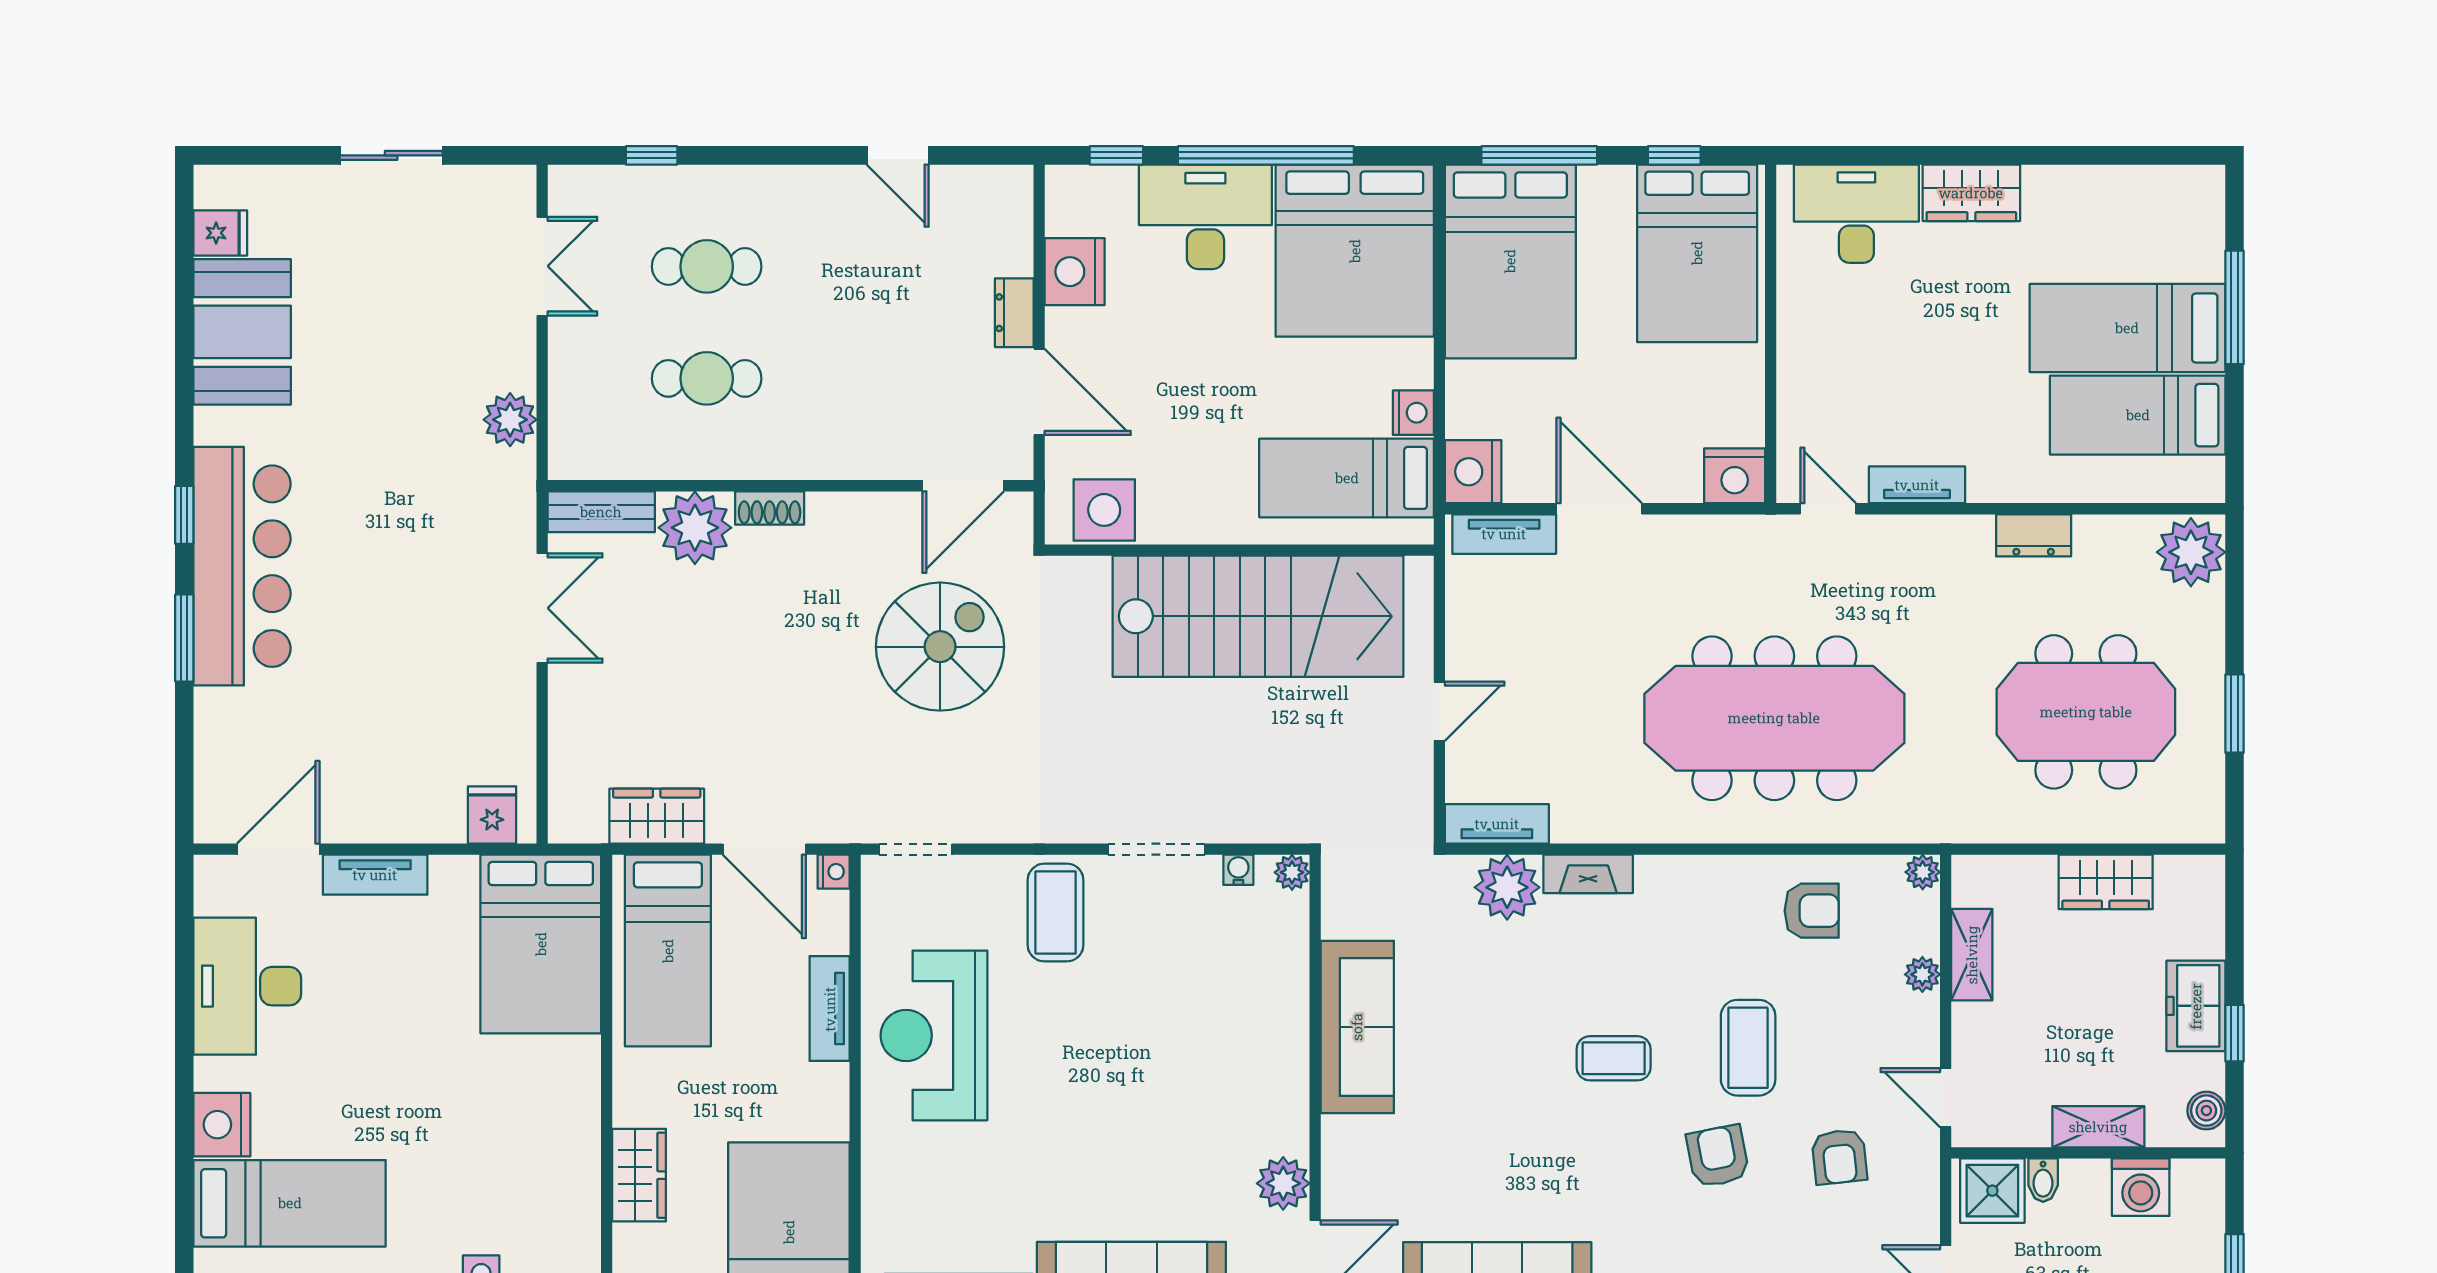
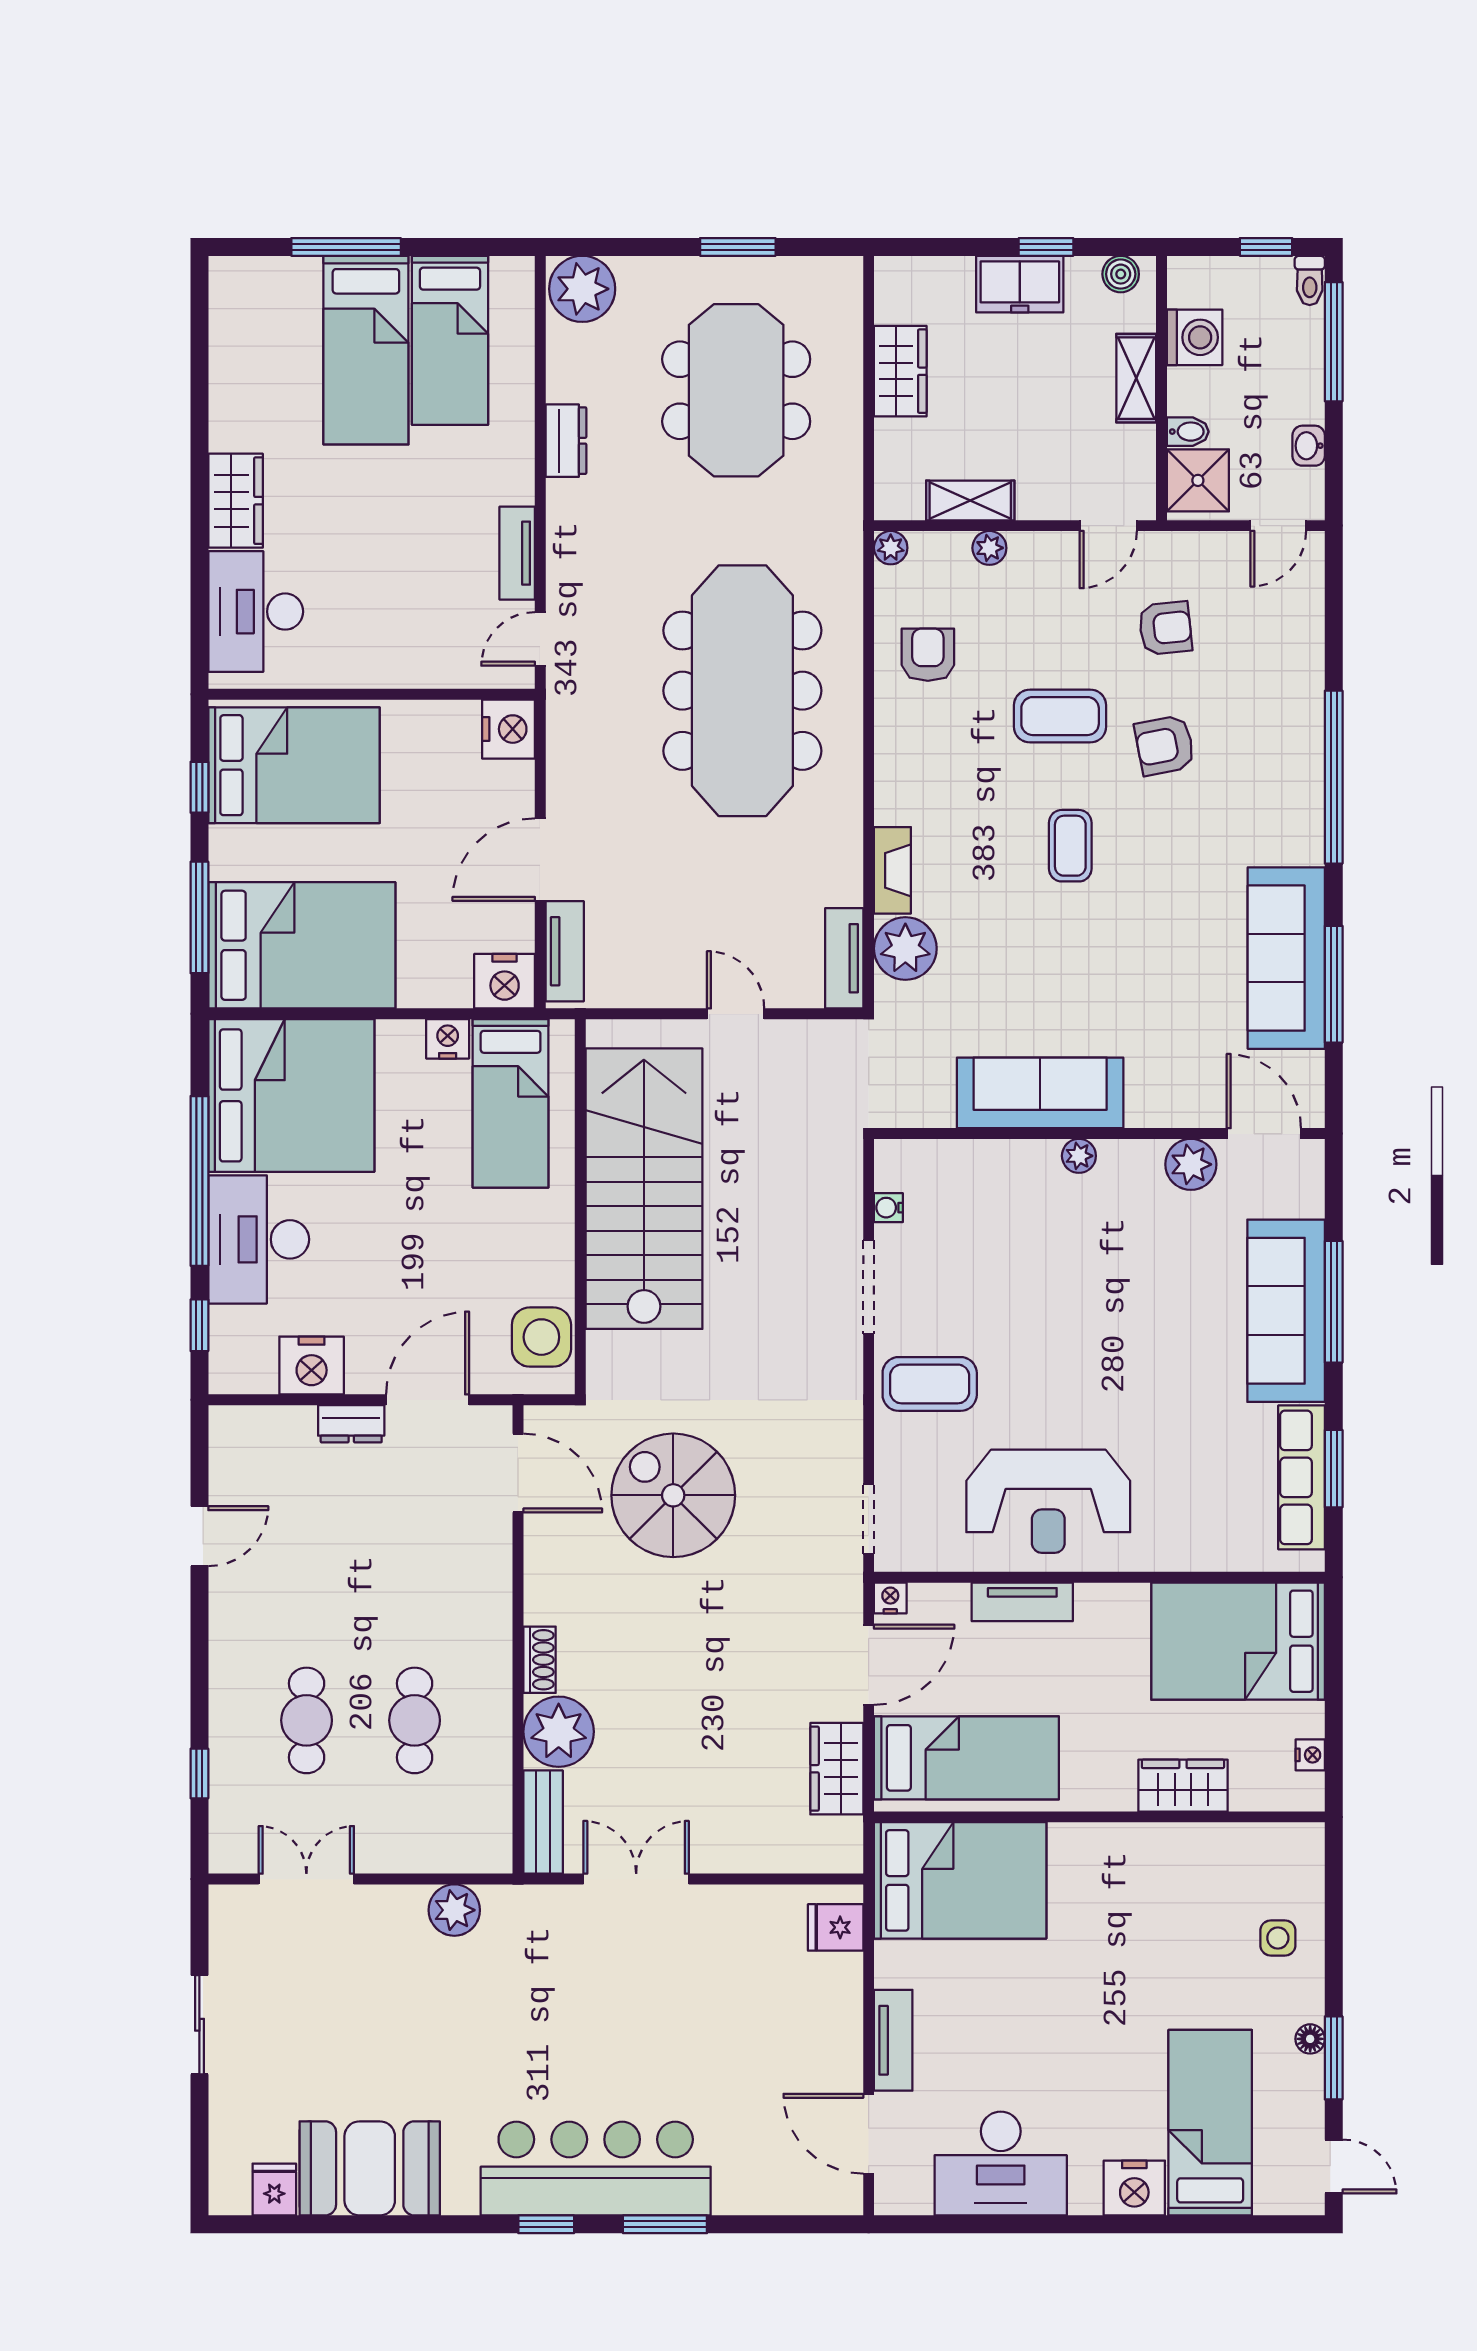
plant: (1292, 872) -> (1079, 1156), moved

